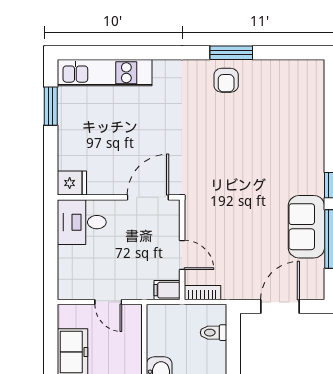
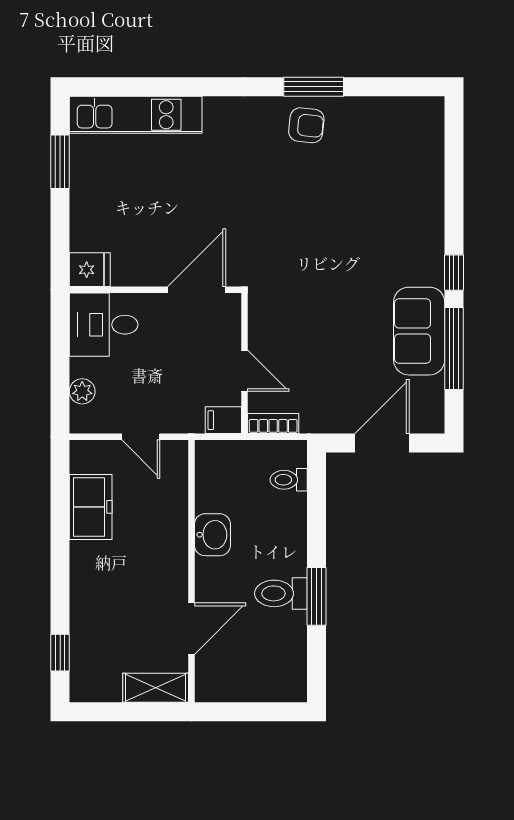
armchair: (226, 80) -> (306, 125), turned -84
plant: (67, 270) -> (82, 391), added

